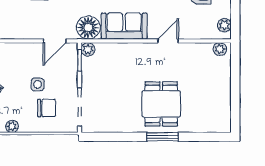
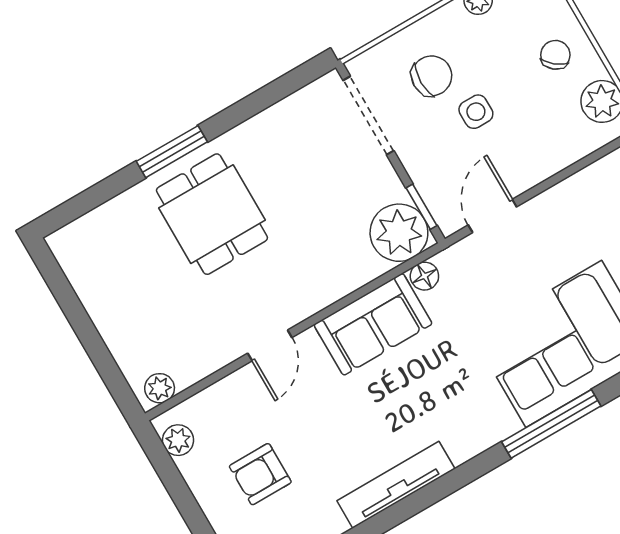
floor lamp: (88, 28) -> (424, 276), width x0.53, depth x0.53
plant: (88, 49) -> (399, 233), width x1.88, depth x1.88
chair: (47, 108) -> (432, 76), turned 180

